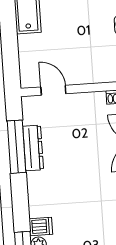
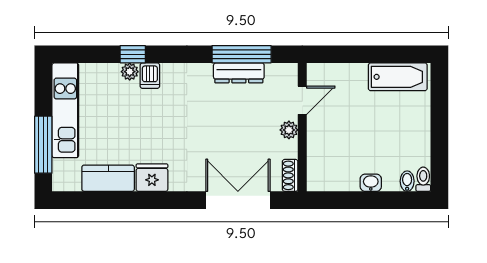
plant: (81, 100) -> (289, 130), added

